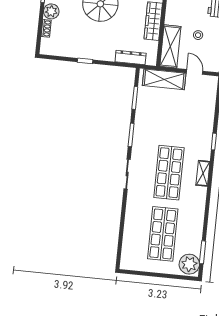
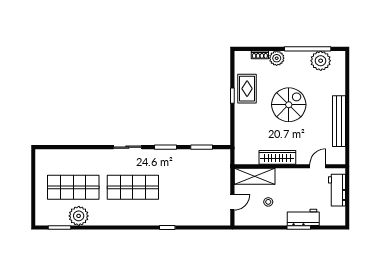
rug: (79, 45) -> (247, 89), added
dresser: (131, 58) -> (240, 139), removed
shelving: (164, 79) -> (222, 174), removed
shelving: (203, 173) -> (136, 220), removed
plant: (189, 264) -> (79, 216), moved

